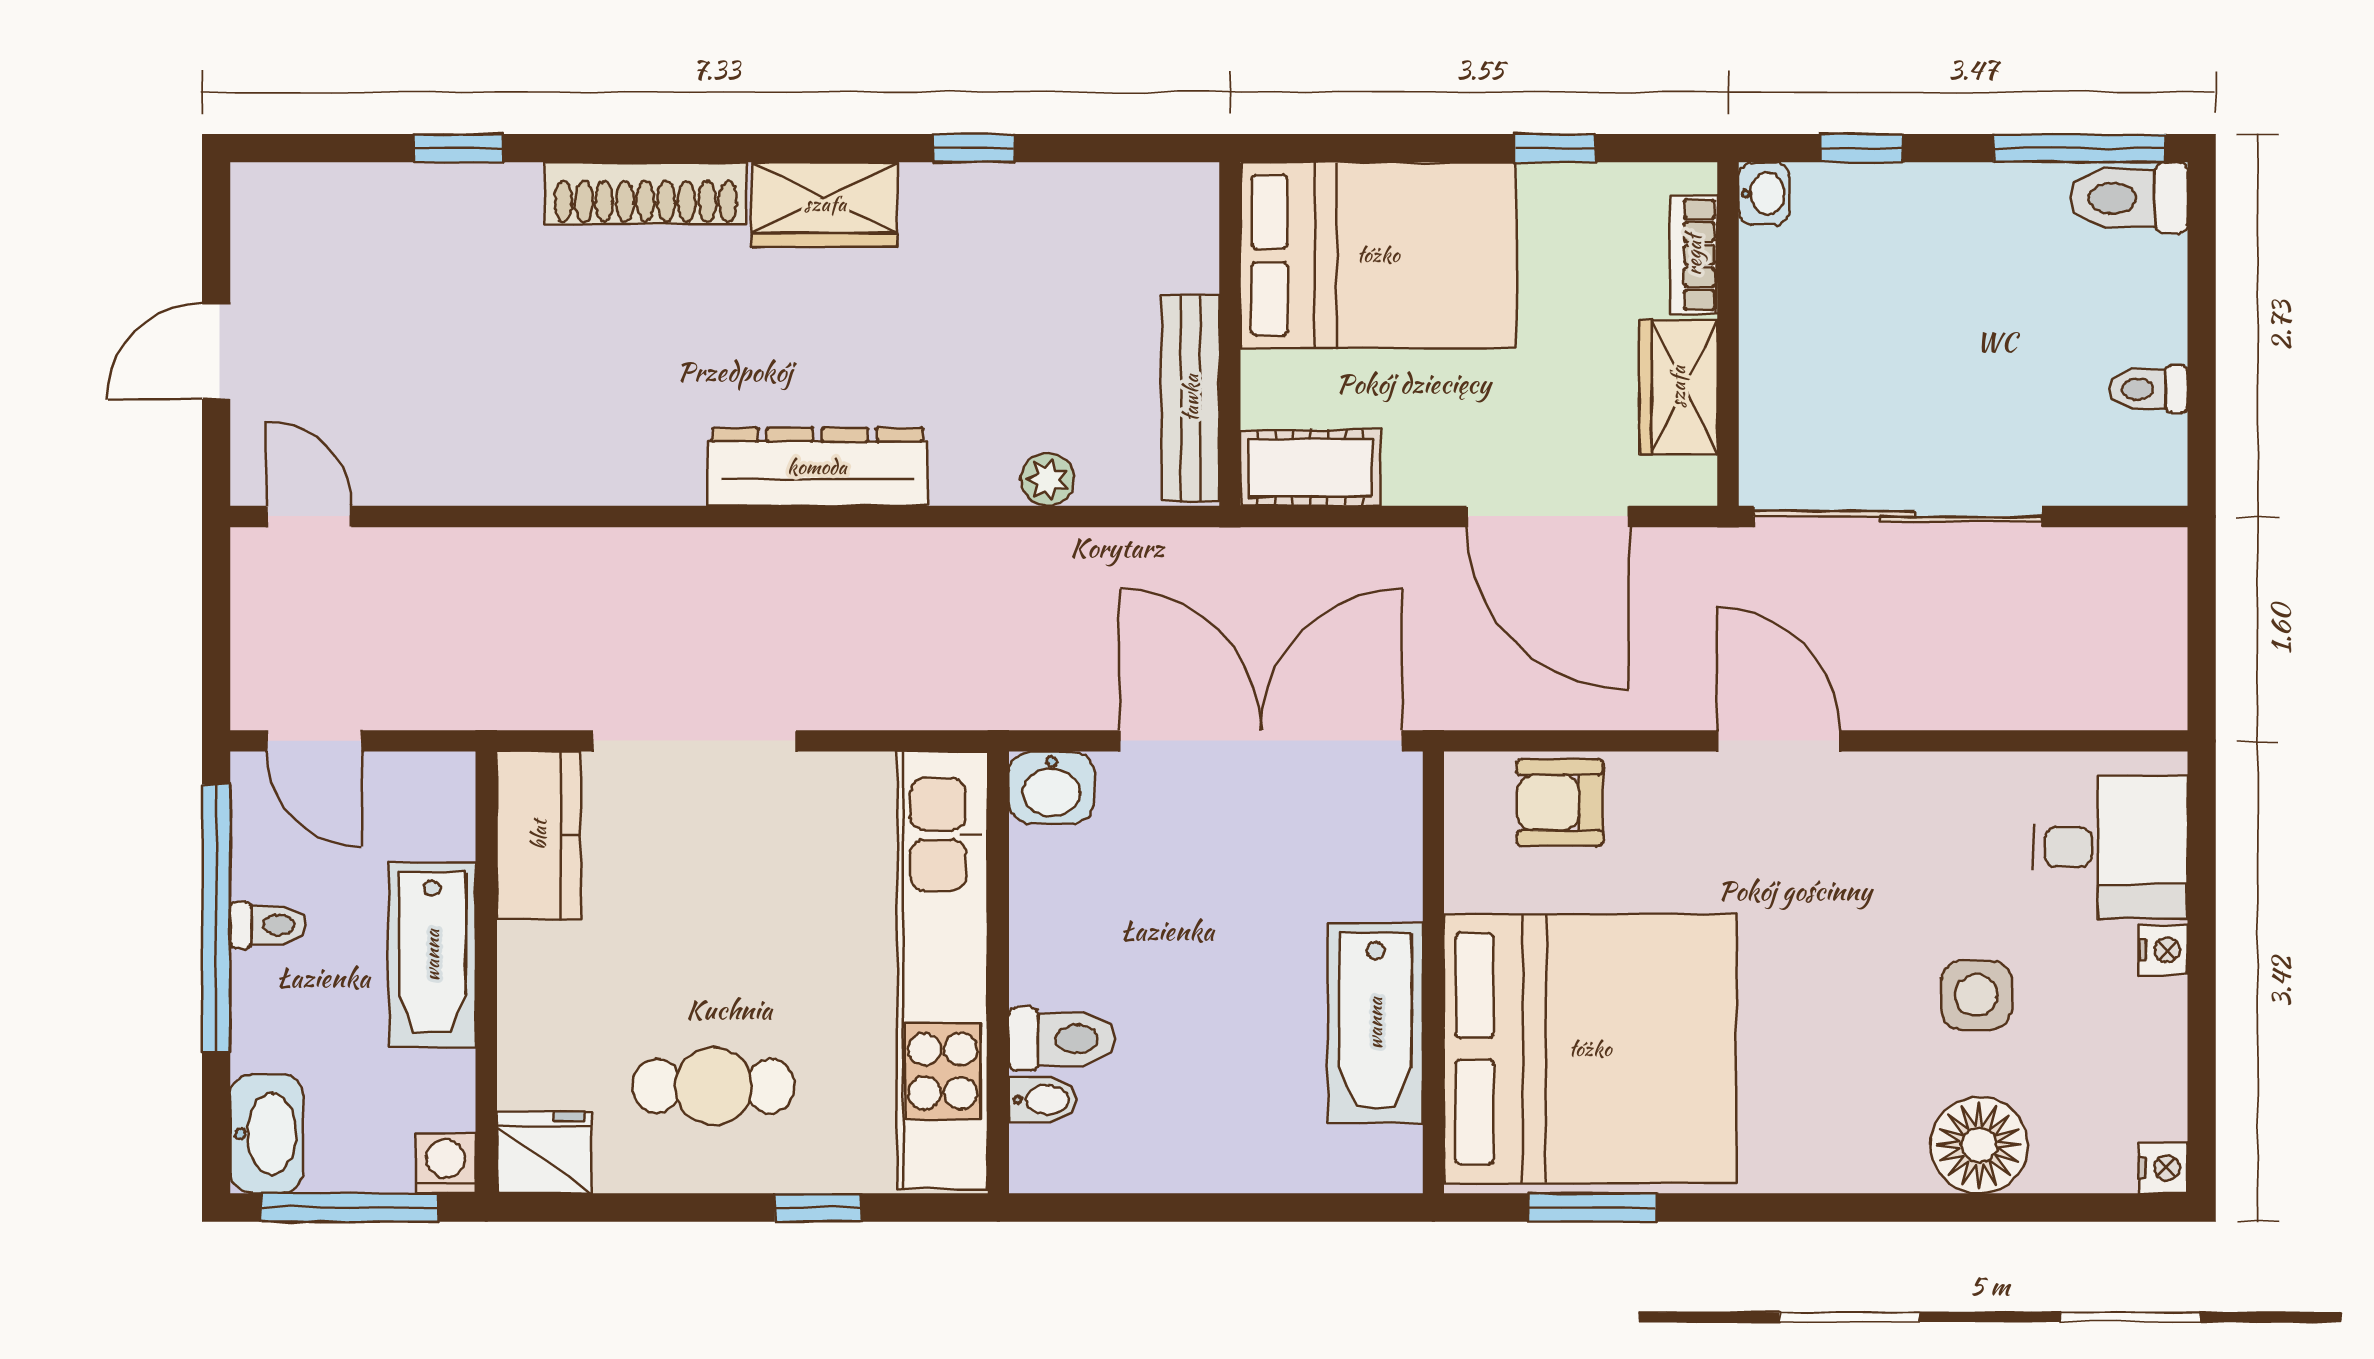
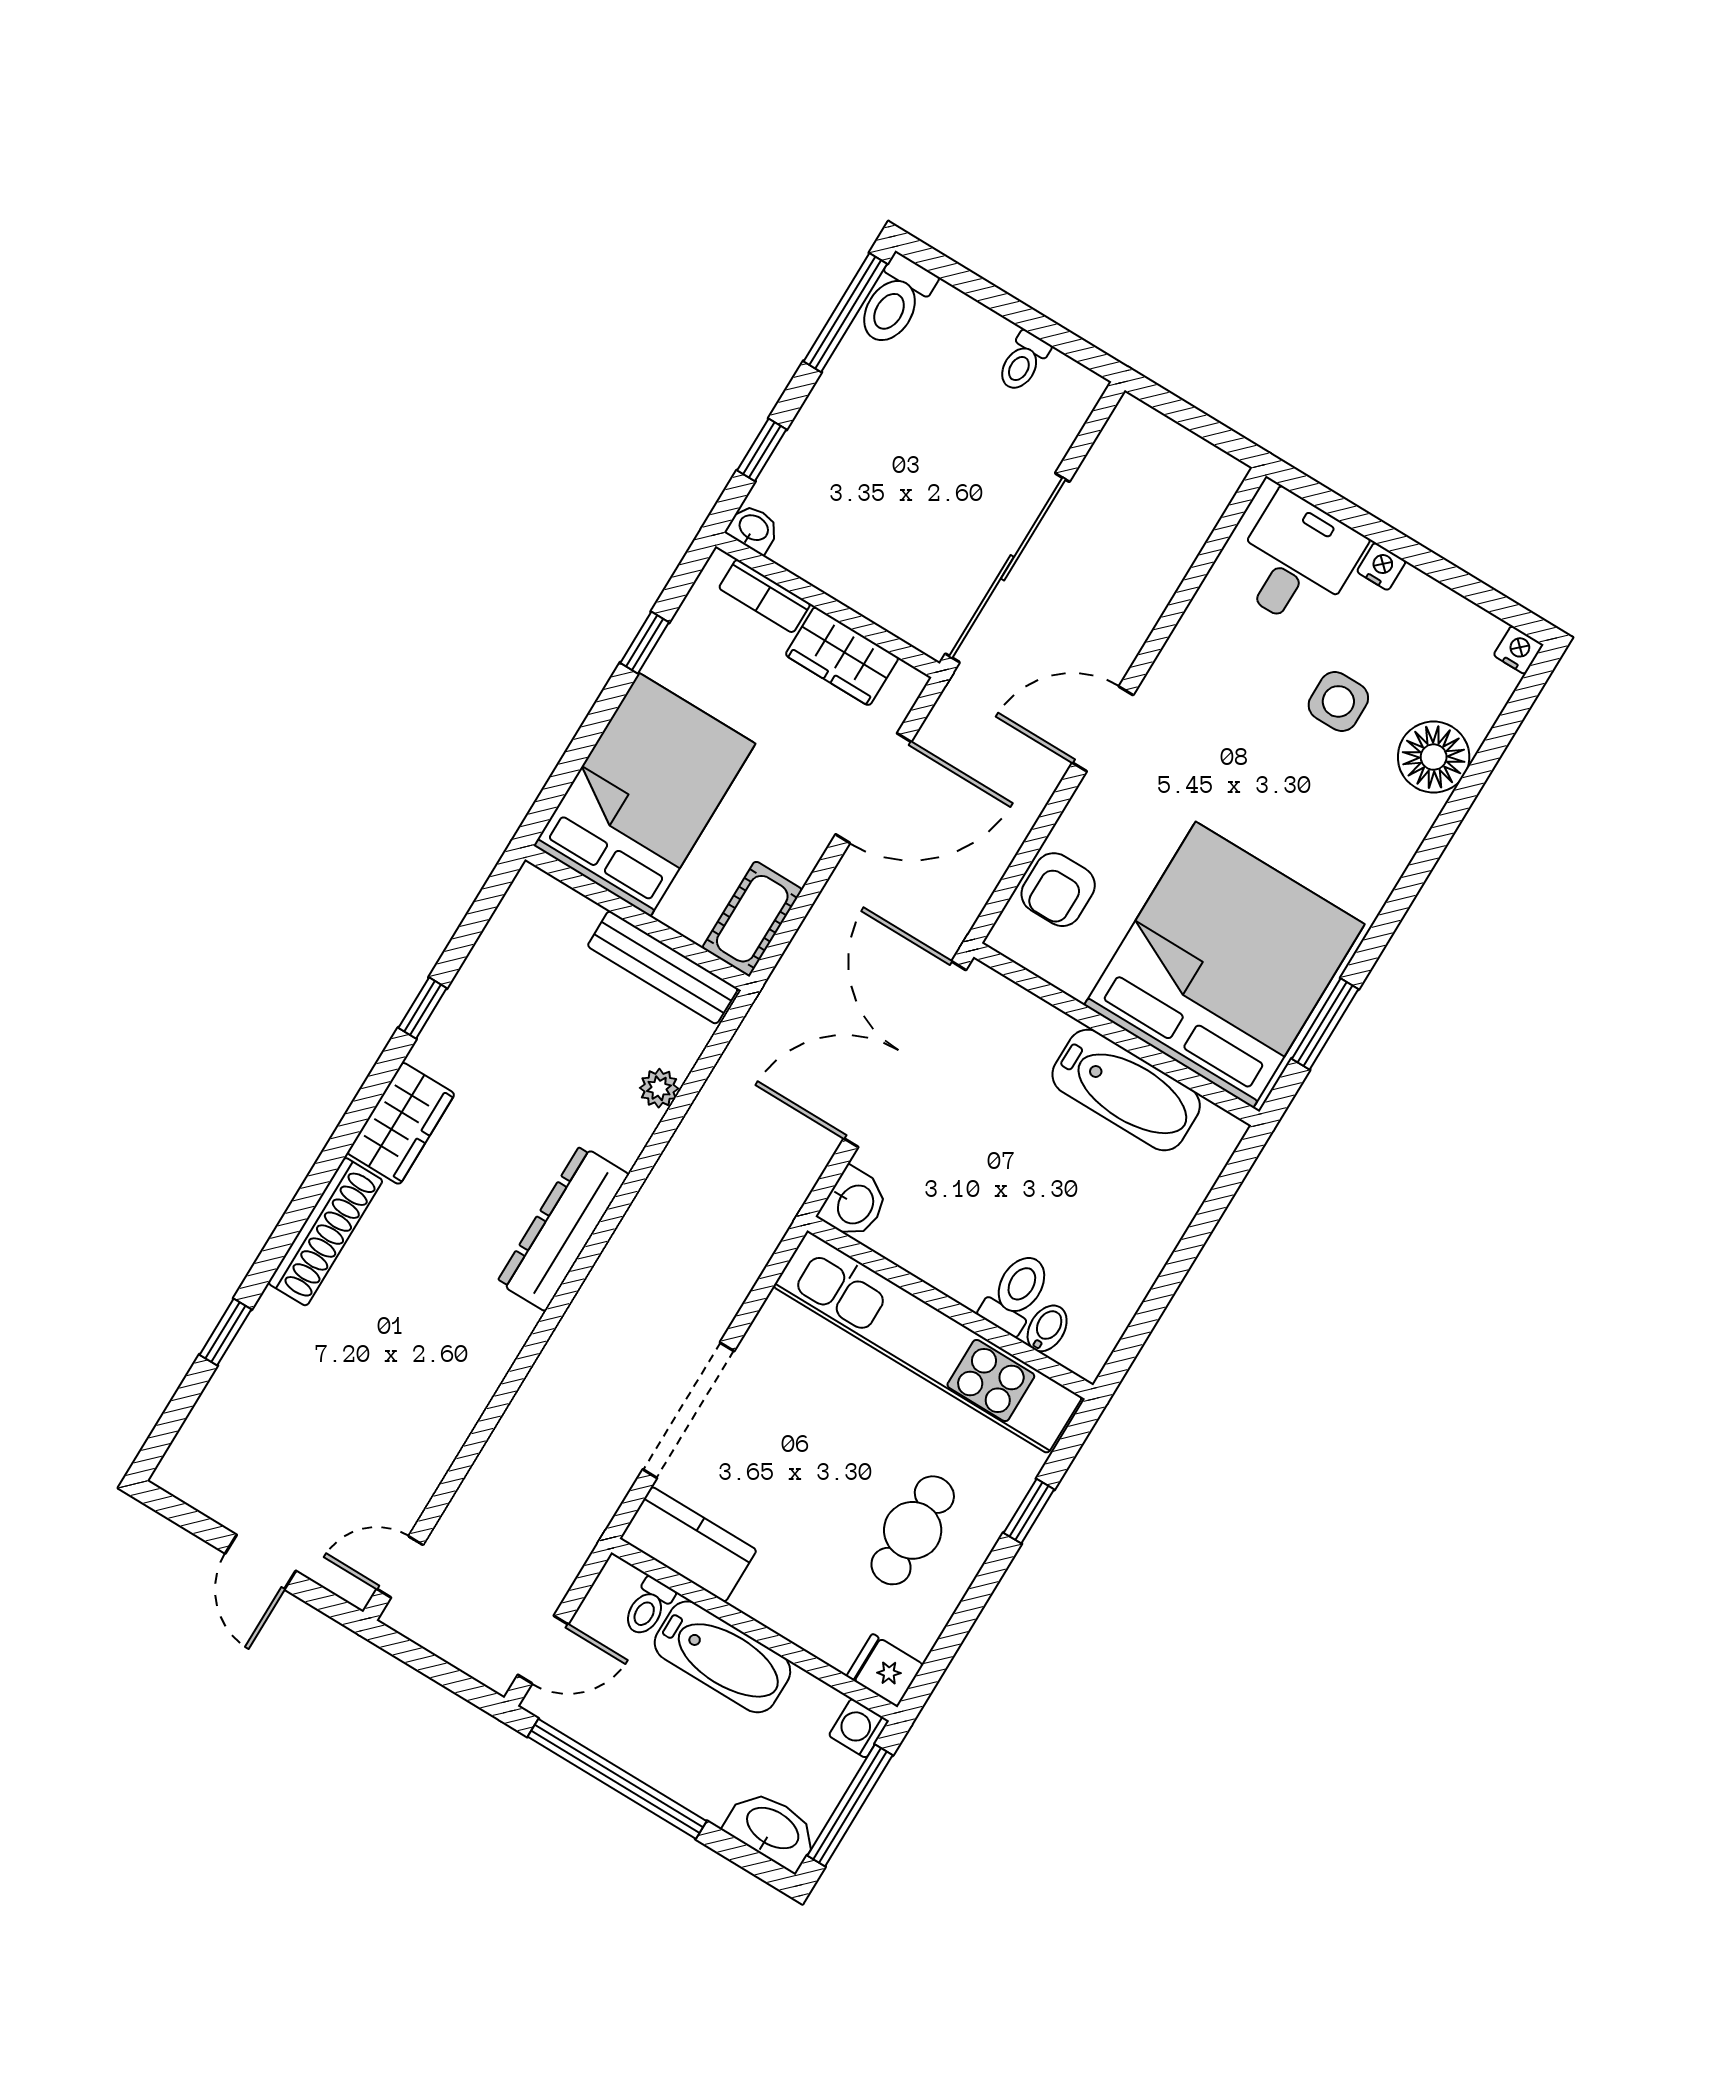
toilet: (268, 925) -> (648, 1607), moved, turned 180
fridge: (544, 1153) -> (885, 1670), width x0.72

